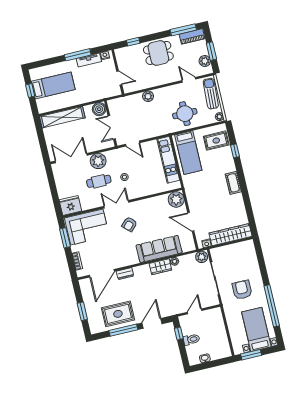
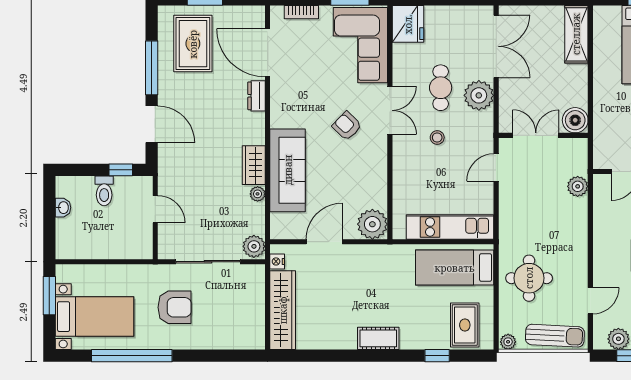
plant: (148, 96) -> (578, 186), moved
shelving: (62, 117) -> (576, 34), width x0.68
rug: (118, 314) -> (193, 44), moved

